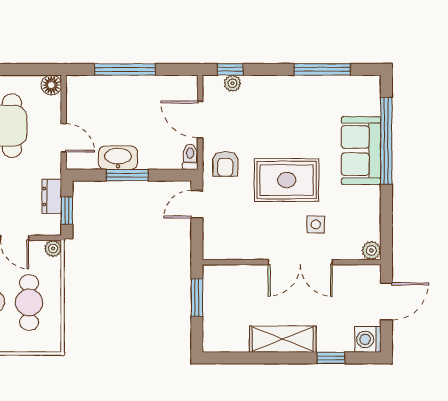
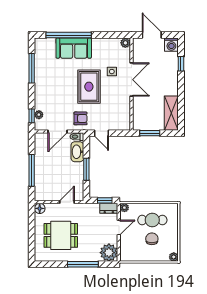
washbasin: (118, 158) -> (77, 152), moved
dresser: (52, 197) -> (109, 208), moved
shelving: (283, 339) -> (171, 113), moved

